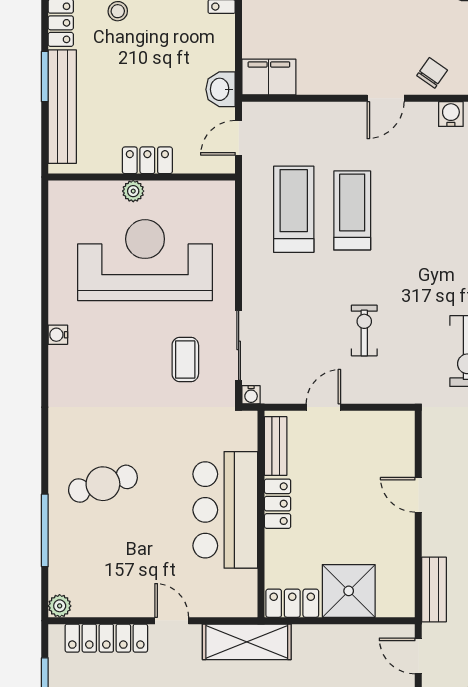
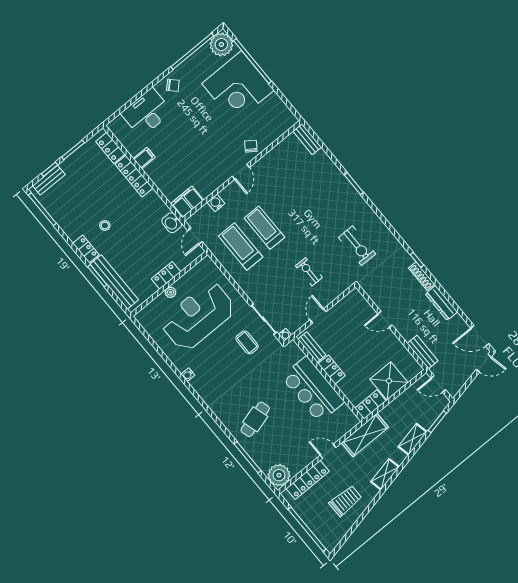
water cooler: (451, 114) -> (216, 203), moved
plant: (60, 606) -> (279, 475), width x1.88, depth x1.88

